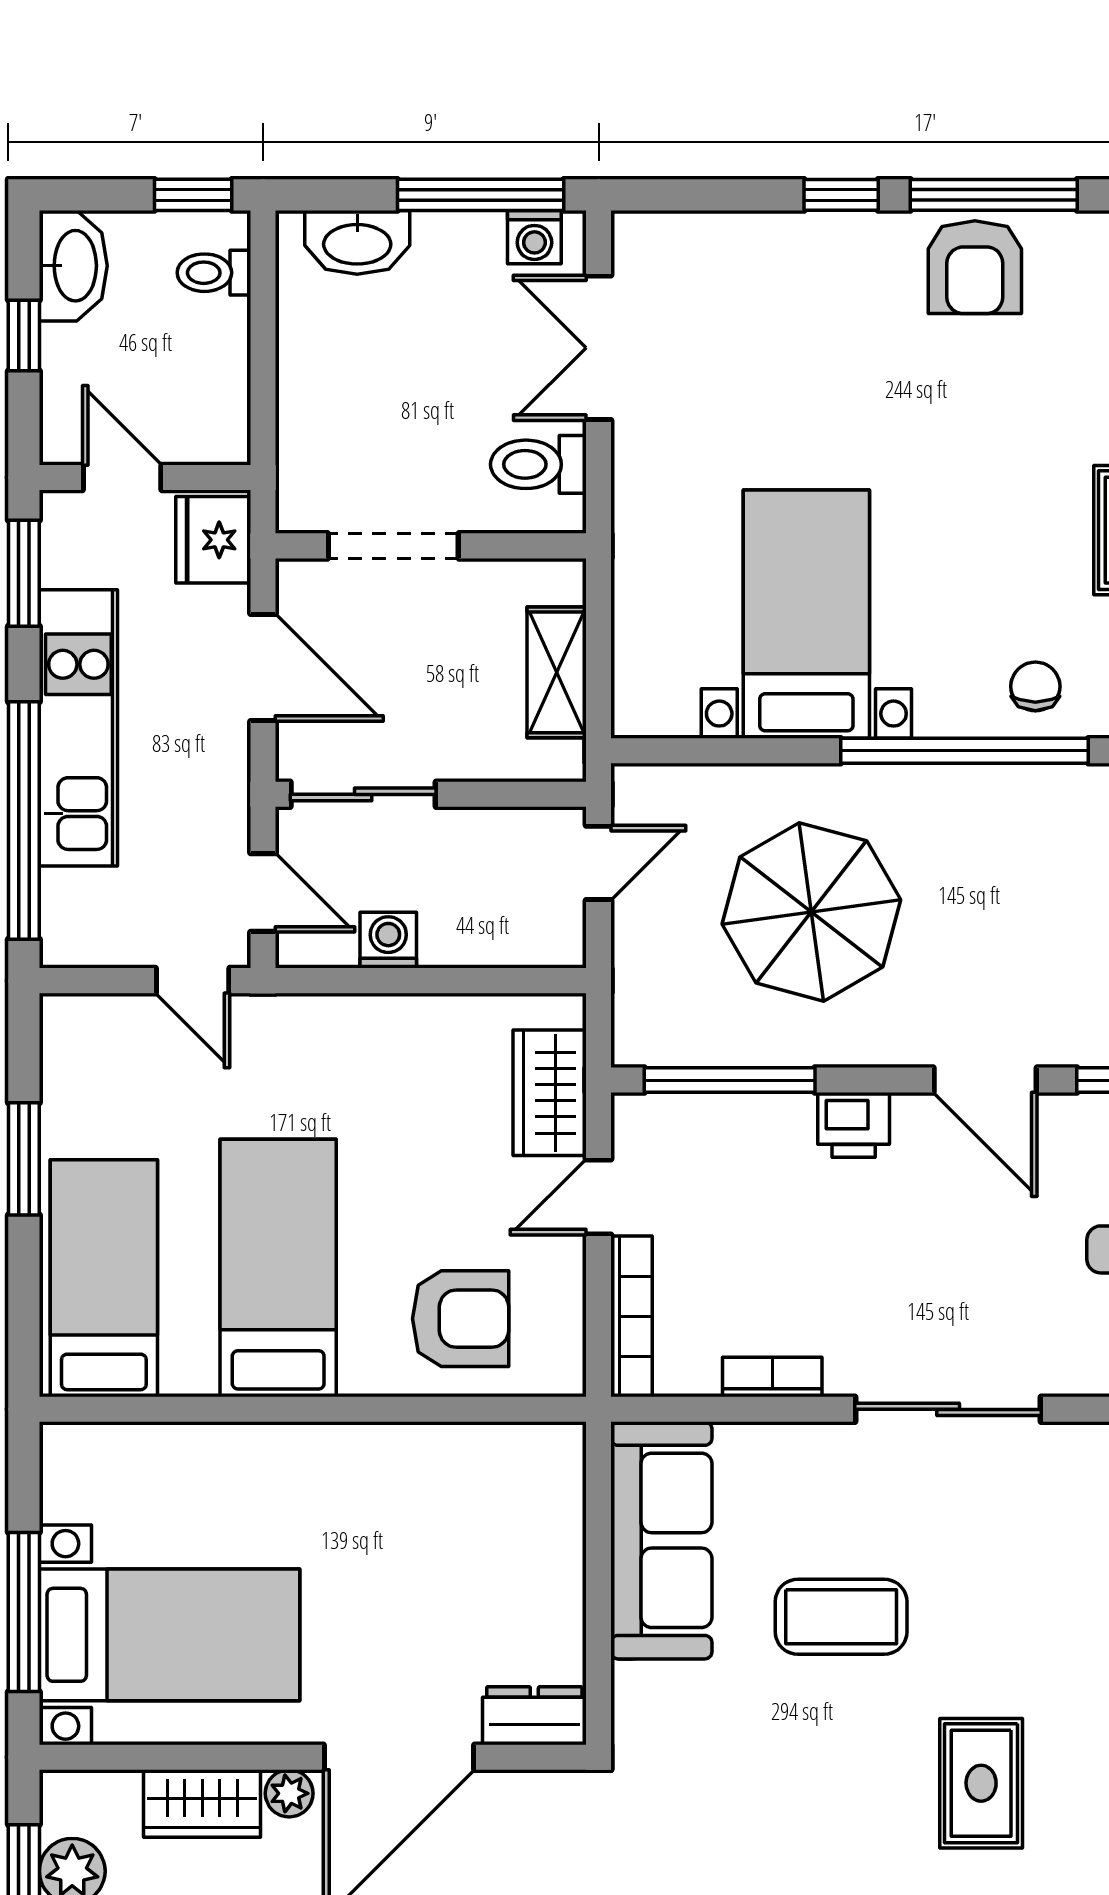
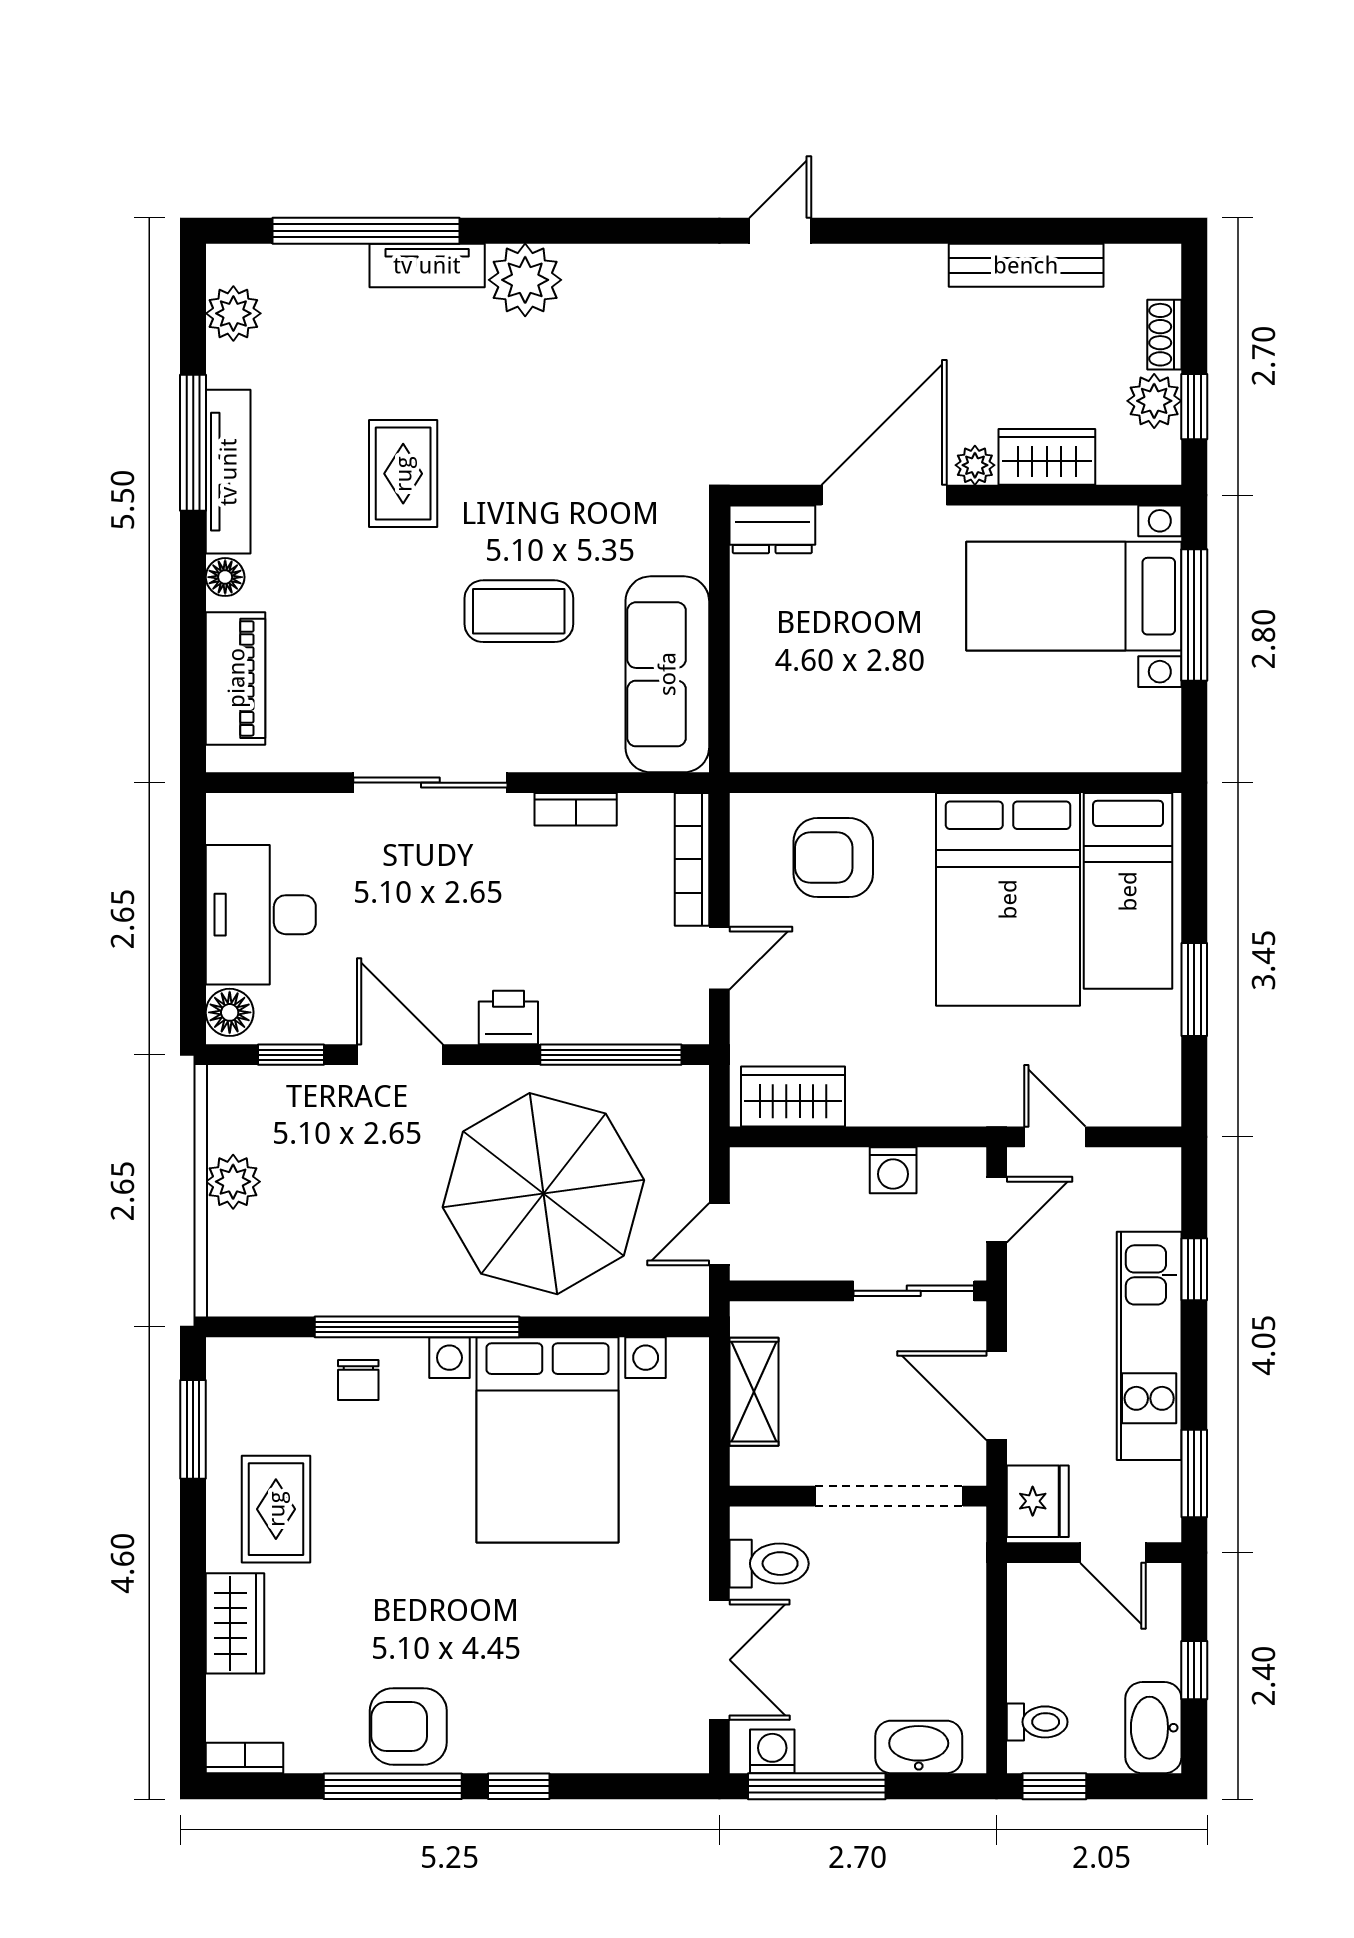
armchair: (975, 267) -> (408, 1726), turned -90
doorway: (393, 546) -> (889, 1496), width x1.36
bed with nightstands: (806, 614) -> (548, 1440), width x1.36
window: (24, 820) -> (1194, 1269), width x0.32
door: (263, 893) -> (997, 1210), swing flipped
parasol: (811, 912) -> (543, 1194), width x1.36, depth x1.36
wardrobe: (550, 1093) -> (793, 1096), moved, turned -90
bed: (278, 1268) -> (1008, 899), width x1.50

